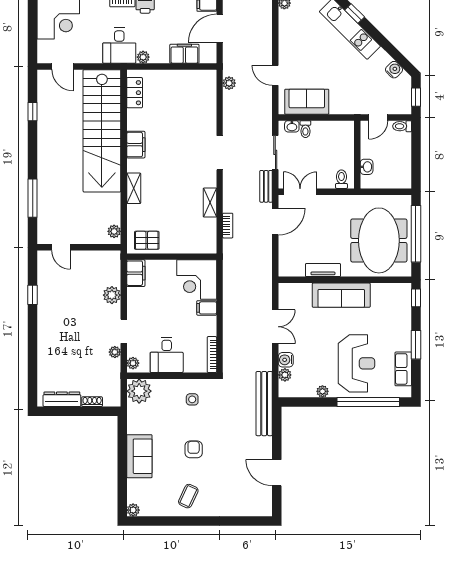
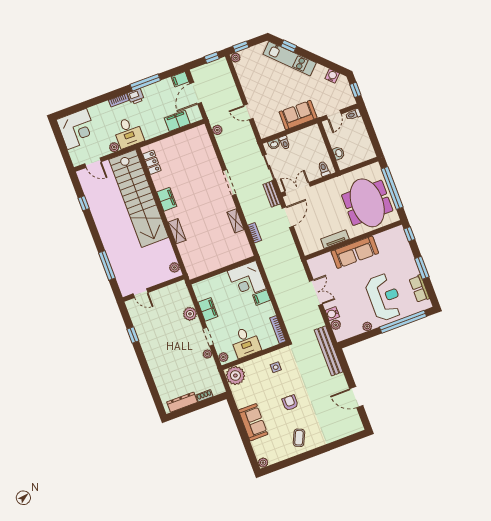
plant: (143, 57) -> (114, 147), moved
sofa: (307, 102) -> (298, 115), moved
pallet: (147, 240) -> (200, 265), removed
filing cabinet: (136, 273) -> (208, 309), moved

